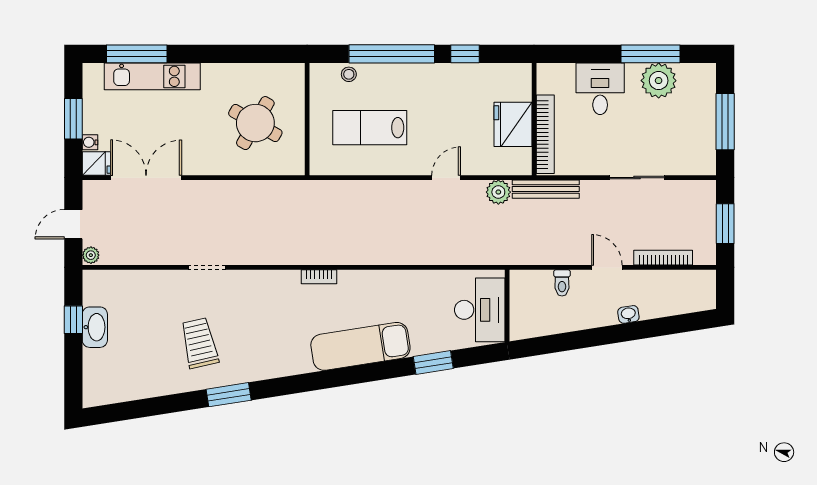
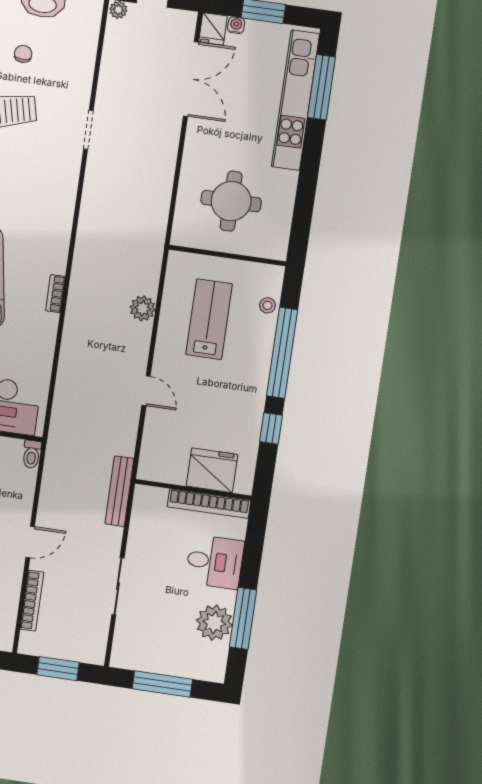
kitchen unit: (152, 76) -> (295, 100), width x1.36
round table: (255, 123) -> (231, 201), turned -30
fridge: (513, 124) -> (212, 470), moved
bookcase: (545, 134) -> (209, 504), moved
plant: (498, 192) -> (143, 308), moved
bookcase: (319, 277) -> (55, 294), moved
toilet: (562, 283) -> (32, 454), moved, turned -90
chair: (144, 339) -> (23, 54), added

